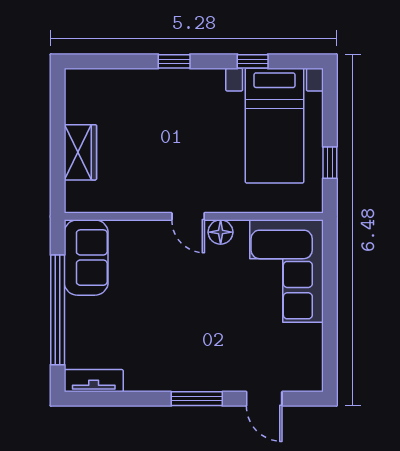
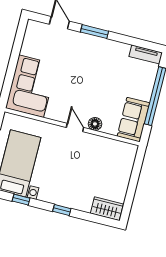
wardrobe: (80, 152) -> (107, 209), moved, turned 90
floor lamp: (221, 232) -> (95, 124), moved

